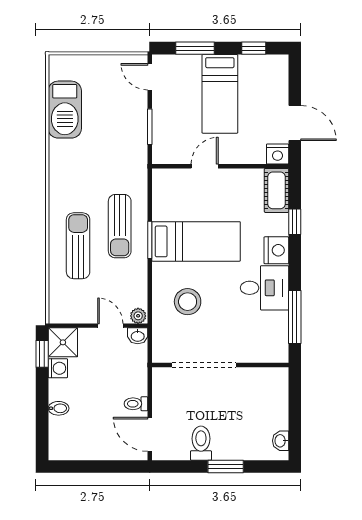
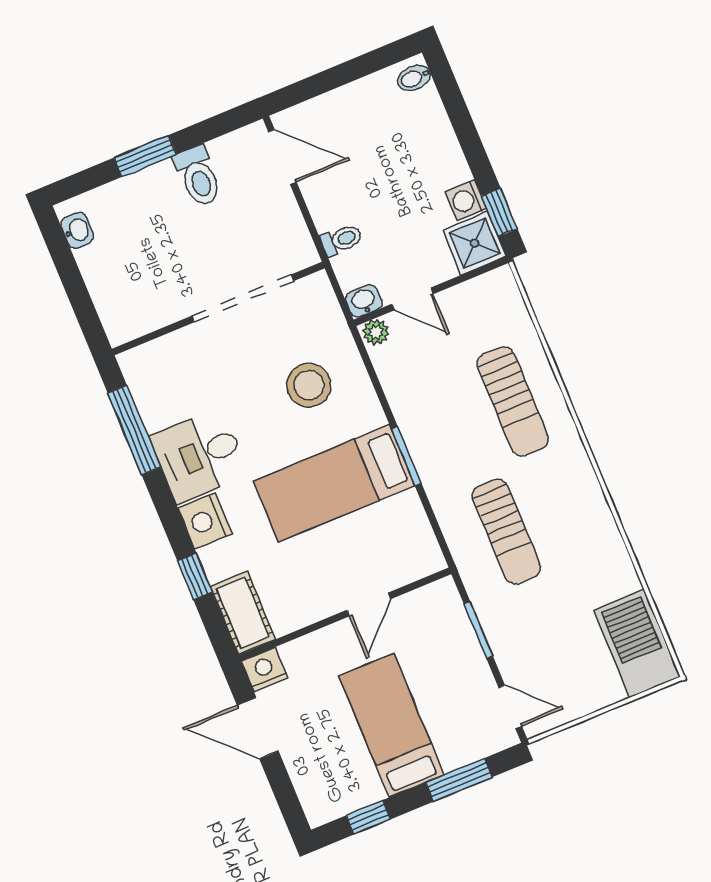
barbecue: (65, 110) -> (637, 643), moved
sun lounger: (120, 226) -> (506, 532), moved, turned 180
toilet: (136, 404) -> (342, 240), moved
bidet: (59, 408) -> (414, 78), moved

